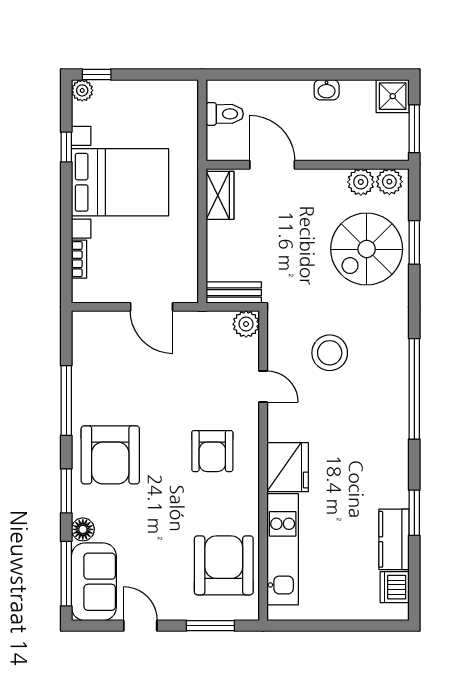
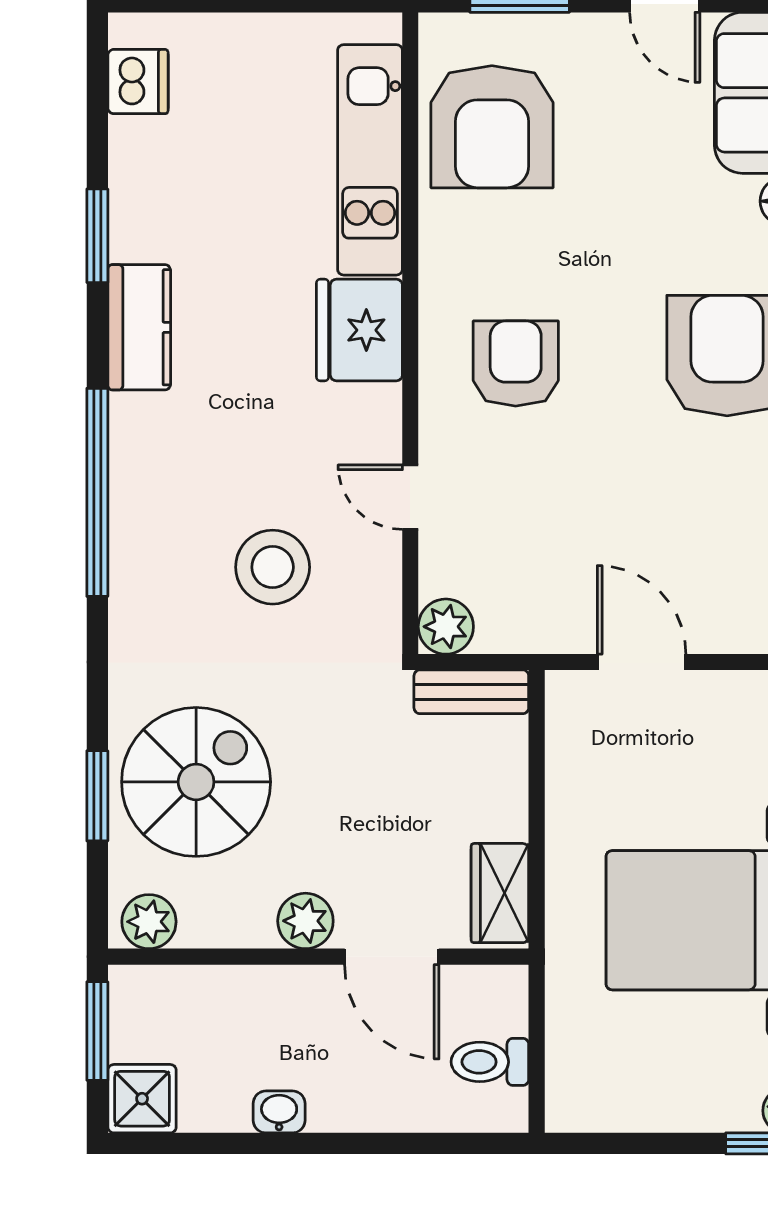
plant: (361, 182) -> (305, 921), moved
kitchen counter: (394, 539) -> (139, 327), moved

